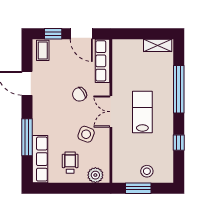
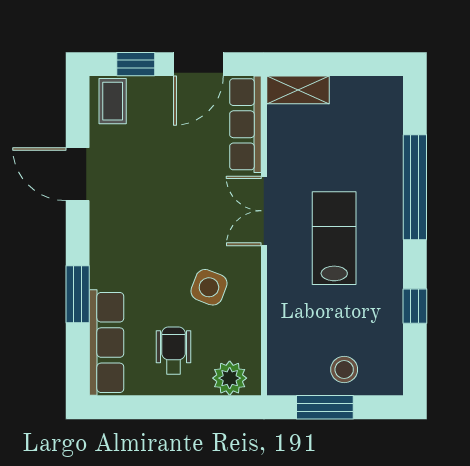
door: (81, 34) -> (198, 64), hinge flipped
shelving: (158, 45) -> (298, 90), moved
chair: (80, 94) -> (194, 199), removed
double door: (111, 112) -> (264, 211), moved
window: (27, 137) -> (78, 294), width x0.69

